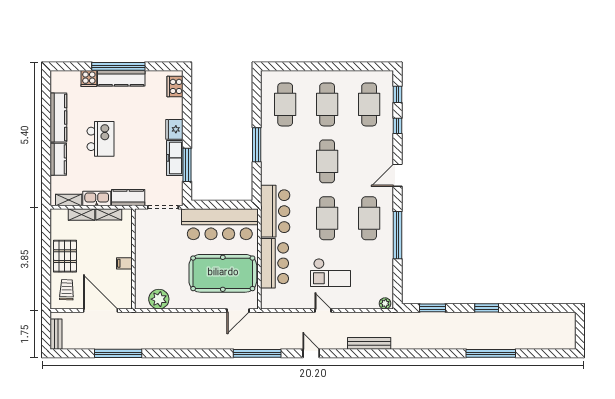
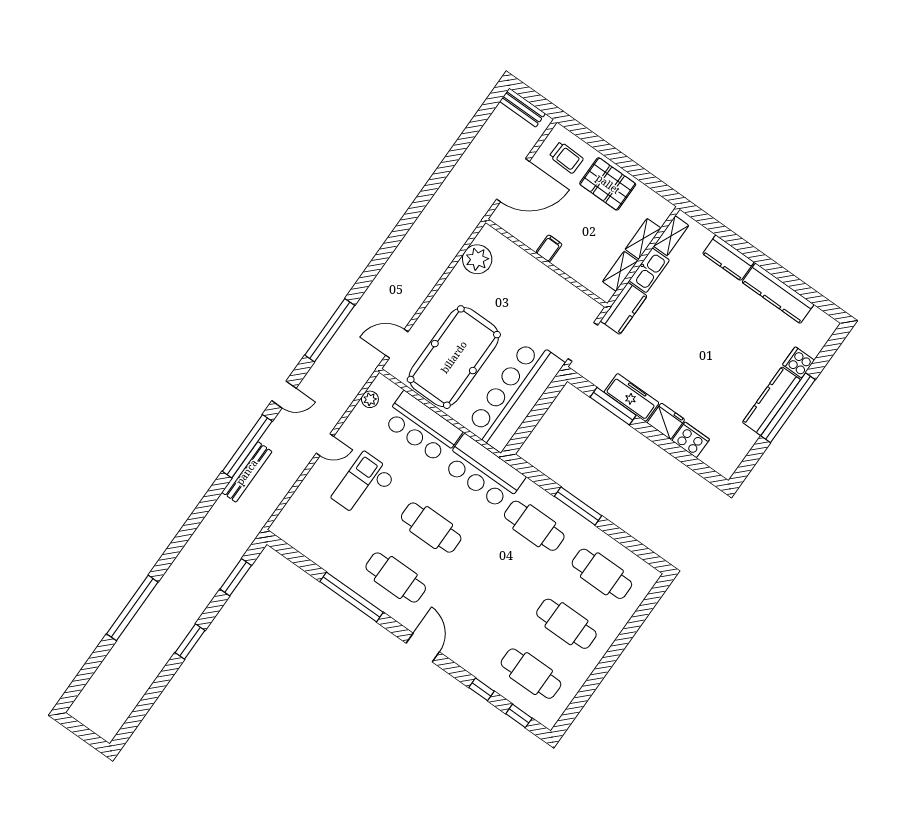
cooker: (175, 86) -> (691, 440), moved
kitchen island: (101, 139) -> (717, 325), removed
cafe table: (327, 161) -> (534, 526), moved
plant: (385, 303) -> (370, 399), moved
door: (238, 310) -> (397, 344), hinge flipped
window: (118, 353) -> (247, 446), moved

